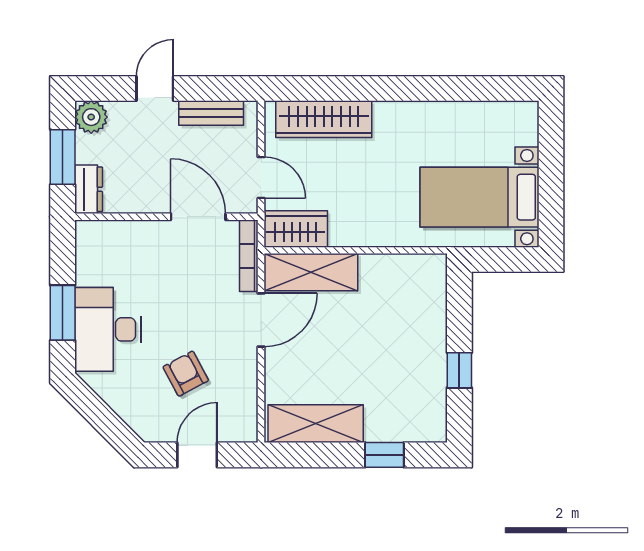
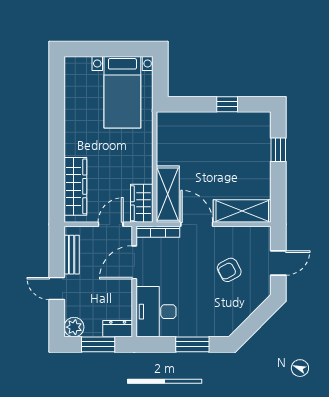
desk: (108, 329) -> (156, 312), moved, turned 90
shelving: (316, 424) -> (242, 211), moved, turned 90
door: (197, 455) -> (278, 263), swing flipped

